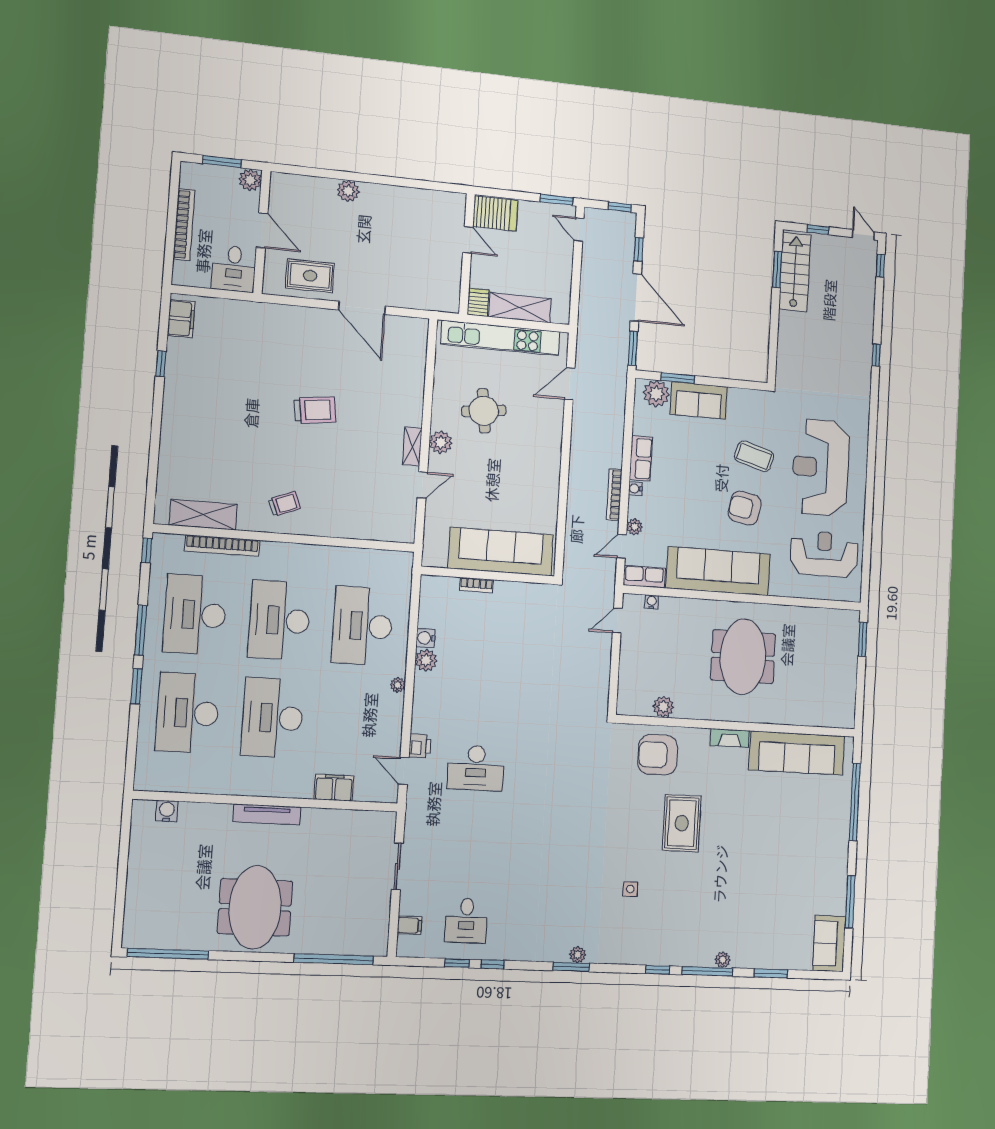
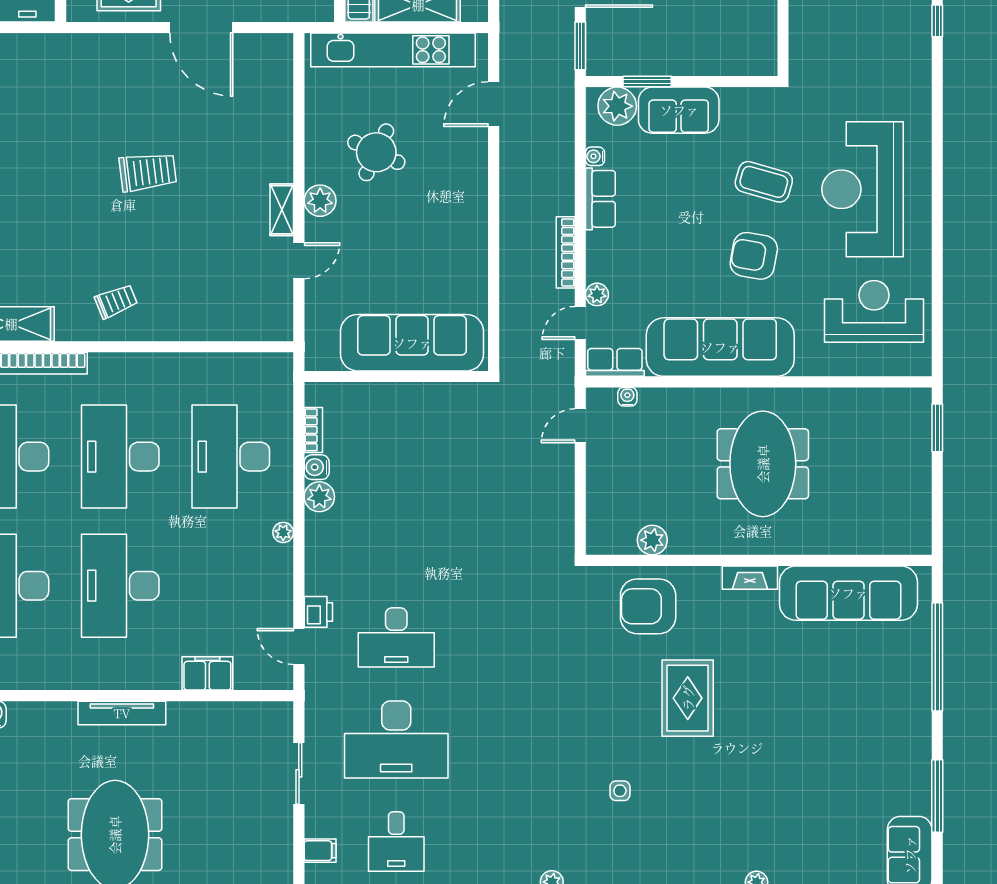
round table: (484, 411) -> (376, 152), turned 32
water cooler: (635, 489) -> (595, 156), moved
bookcase: (477, 585) -> (313, 430), moved, turned -90
desk: (471, 844) -> (396, 739), added

